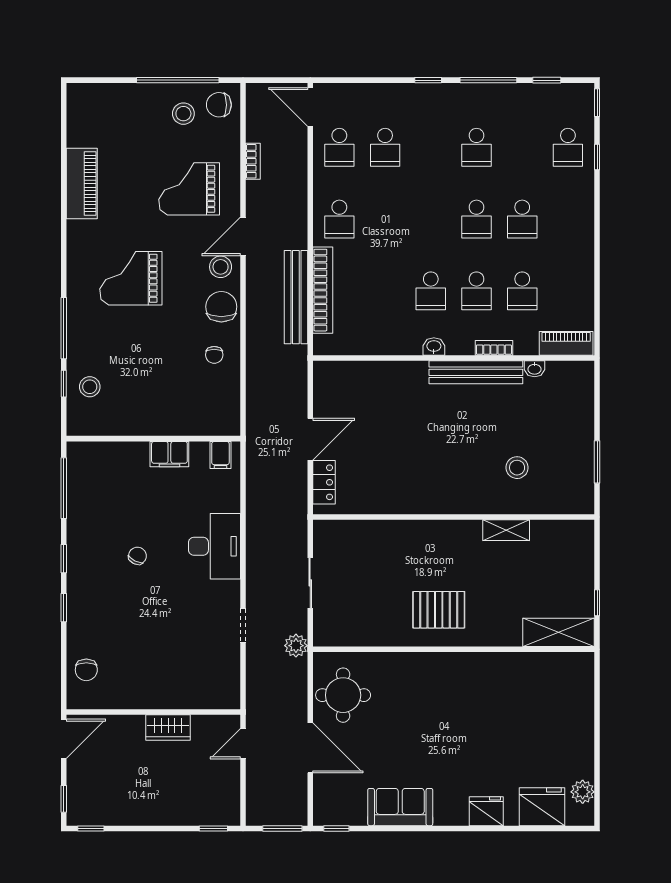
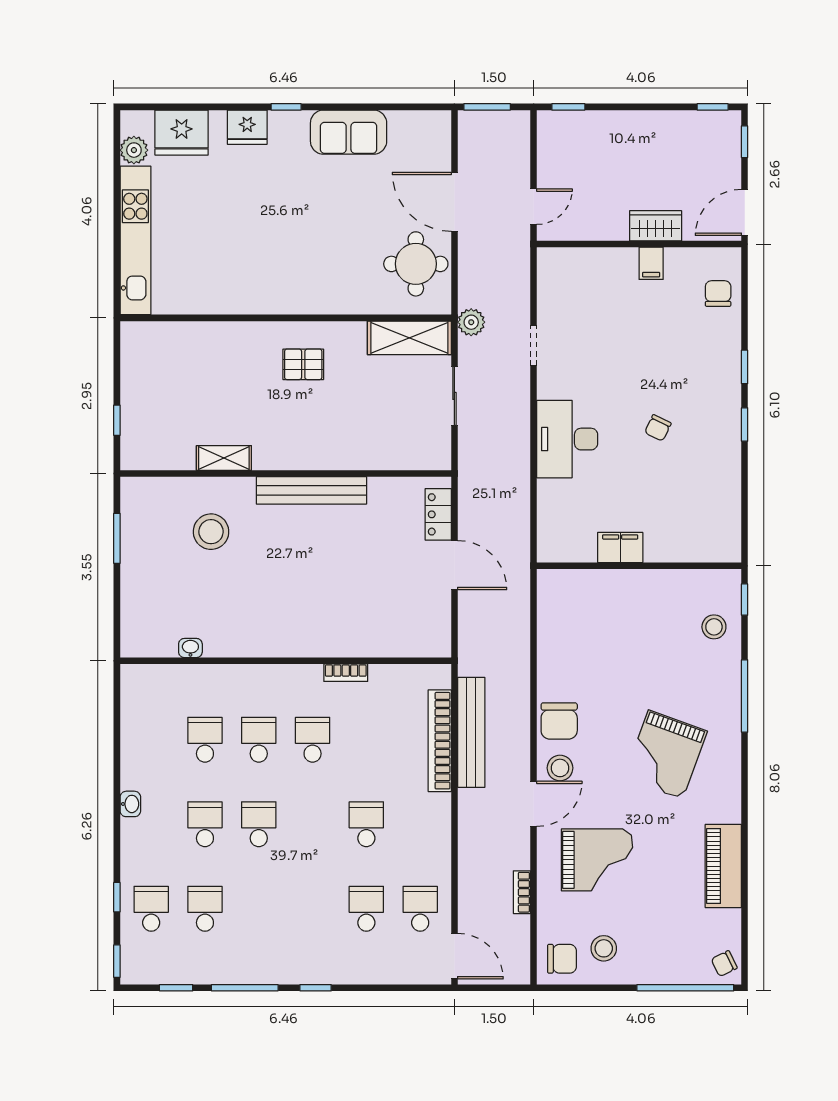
window: (178, 80) -> (685, 988), moved
school desk: (476, 147) -> (205, 909), moved
school desk: (339, 219) -> (366, 824), moved
grand piano: (131, 278) -> (666, 755), turned 110
piano: (566, 343) -> (153, 678), removed
washbasin: (434, 347) -> (130, 804), moved, turned -90
bookcase: (494, 348) -> (346, 673), moved
chair: (214, 355) -> (724, 964), moved, turned -116
bench: (476, 372) -> (311, 490), moved
window: (64, 384) -> (745, 600), moved
door: (310, 439) -> (454, 565), swing flipped
filing cabinet: (220, 455) -> (651, 263), moved, turned 180
stool: (517, 468) -> (211, 532), width x1.38, depth x1.38
window: (64, 488) -> (745, 507), removed
window: (597, 603) -> (117, 420), moved
pallet: (439, 610) -> (303, 364), width x0.67, depth x0.71
shelving: (558, 632) -> (409, 338), moved
kitchen unit: (581, 715) -> (135, 240), added
wardrobe: (168, 727) -> (656, 226), moved
window: (336, 828) -> (286, 107), moved

